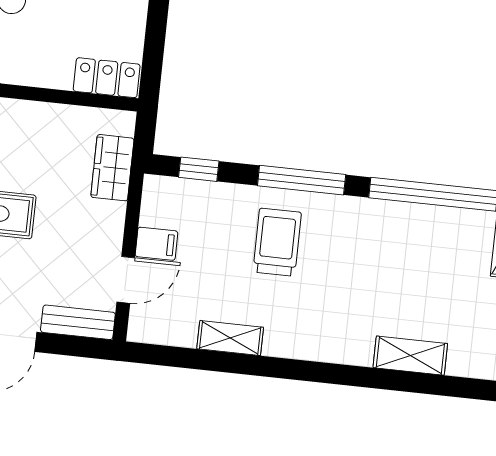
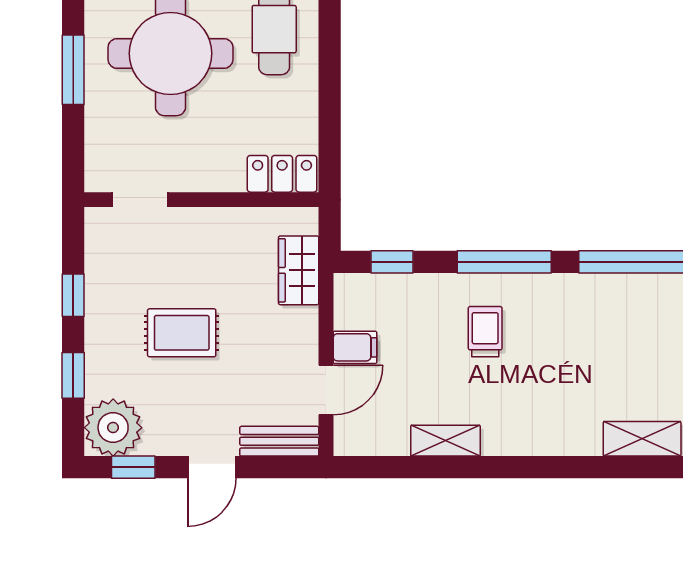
trolley: (277, 242) -> (485, 332), width x0.73, depth x0.72

